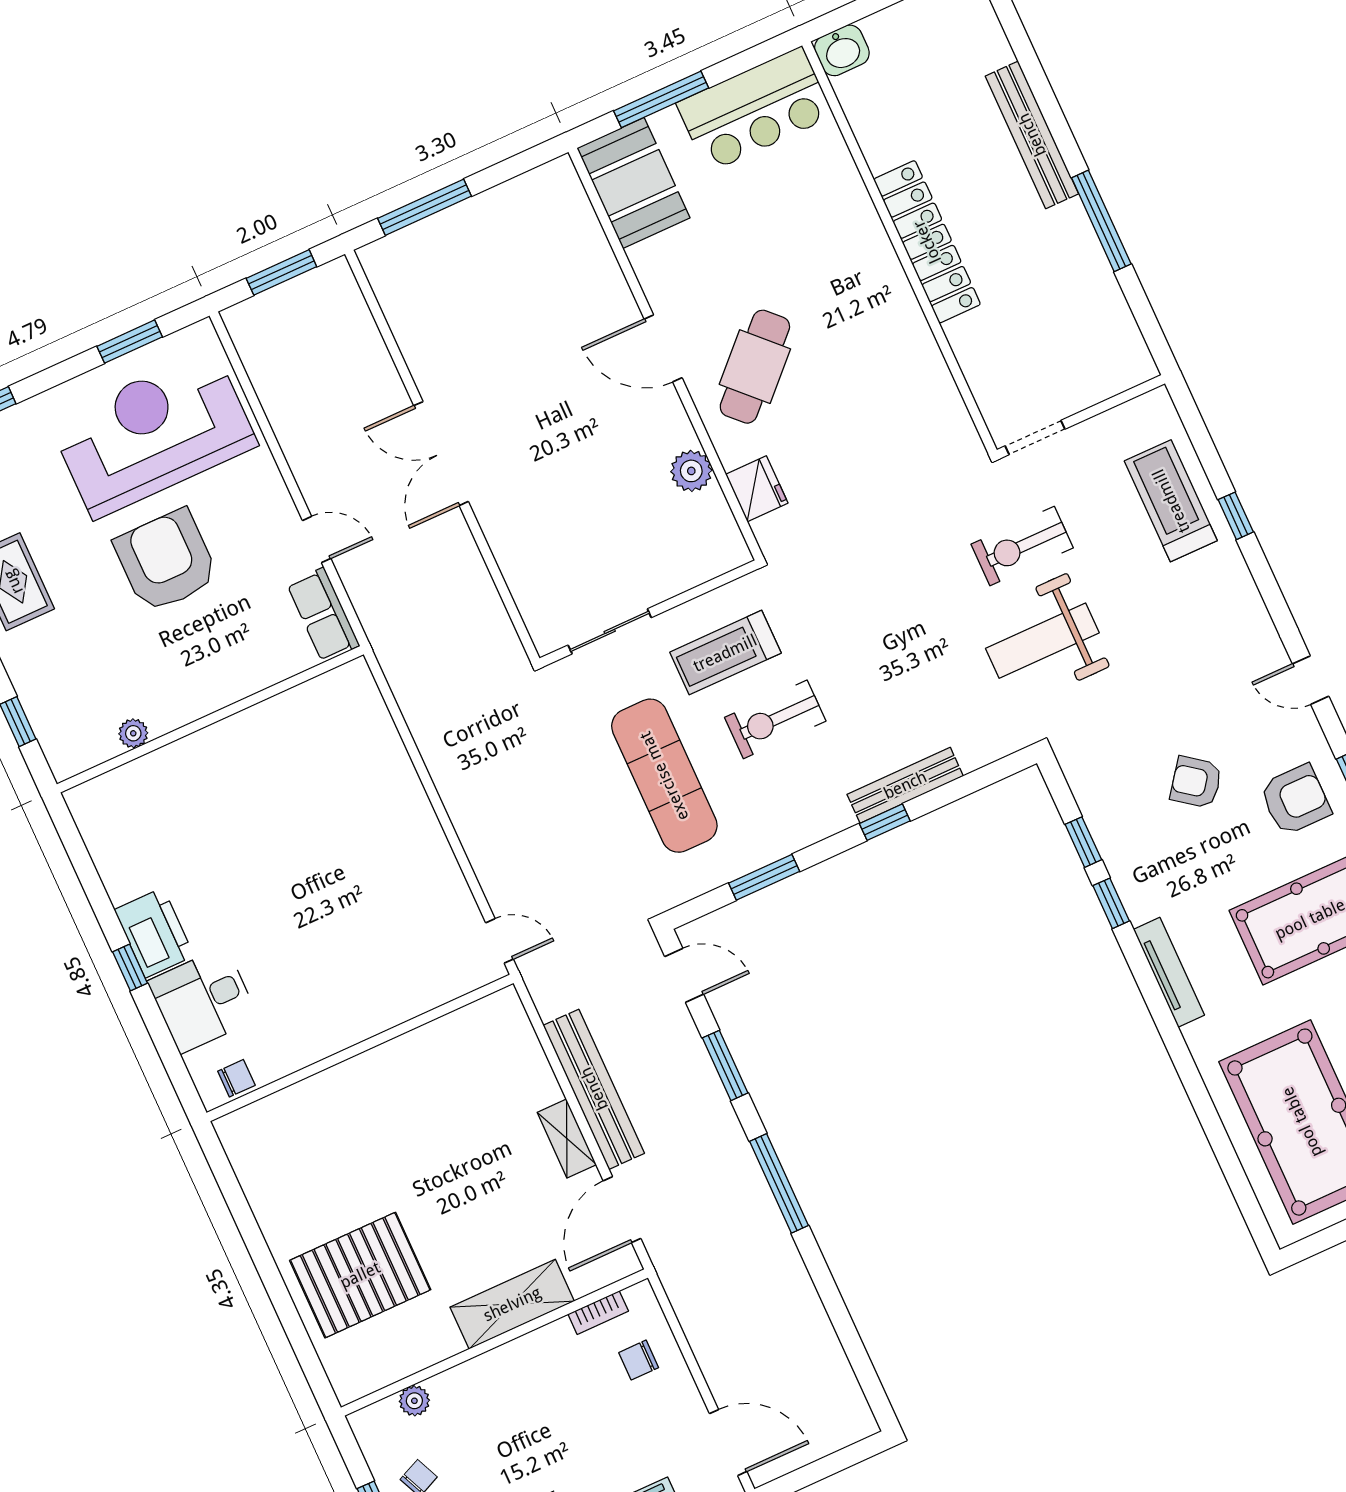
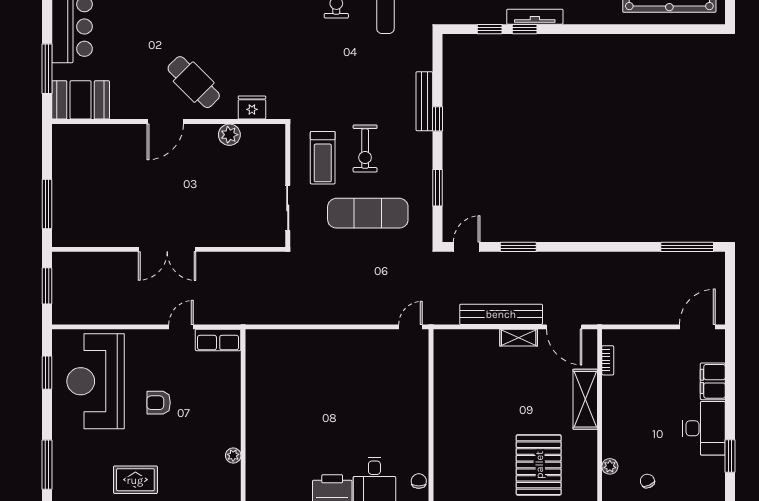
armchair: (166, 561) -> (159, 403), width x0.53, depth x0.53
tv unit: (1169, 972) -> (535, 17), moved
window: (779, 1183) -> (687, 247), moved
chair: (639, 1360) -> (639, 351), removed

